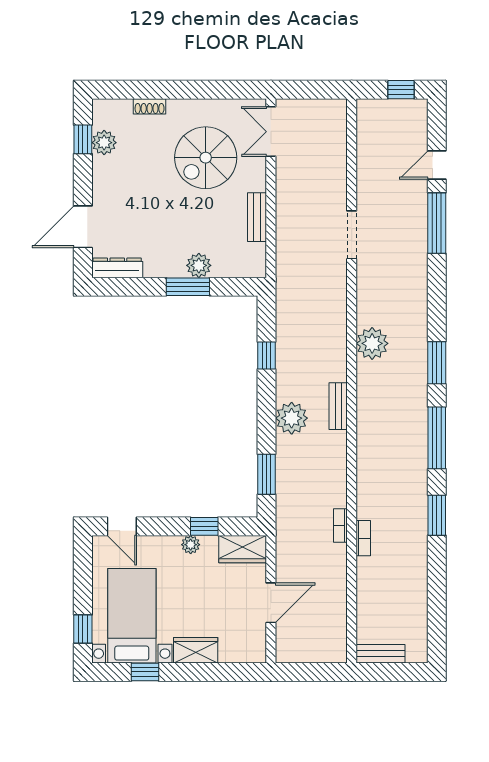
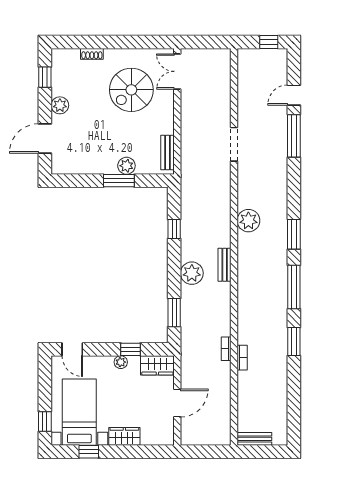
plant: (104, 143) -> (60, 105), moved
bench: (257, 217) -> (168, 153), moved
dresser: (117, 268) -> (69, 167), removed

